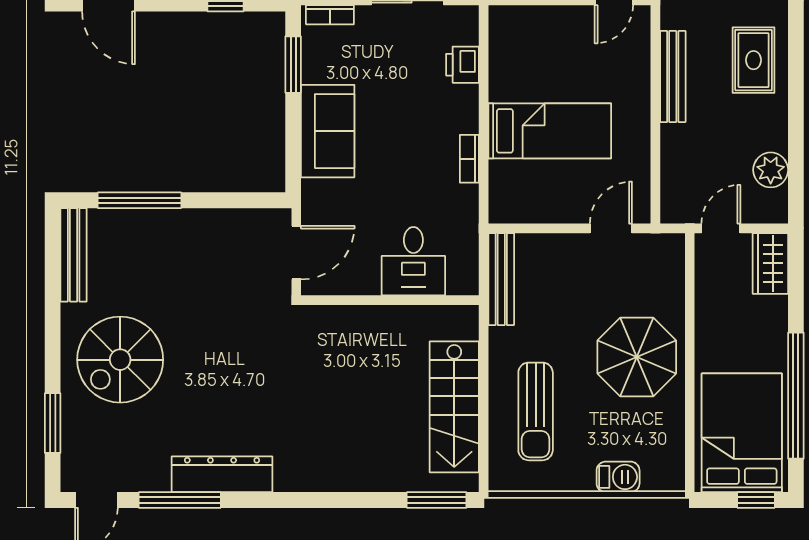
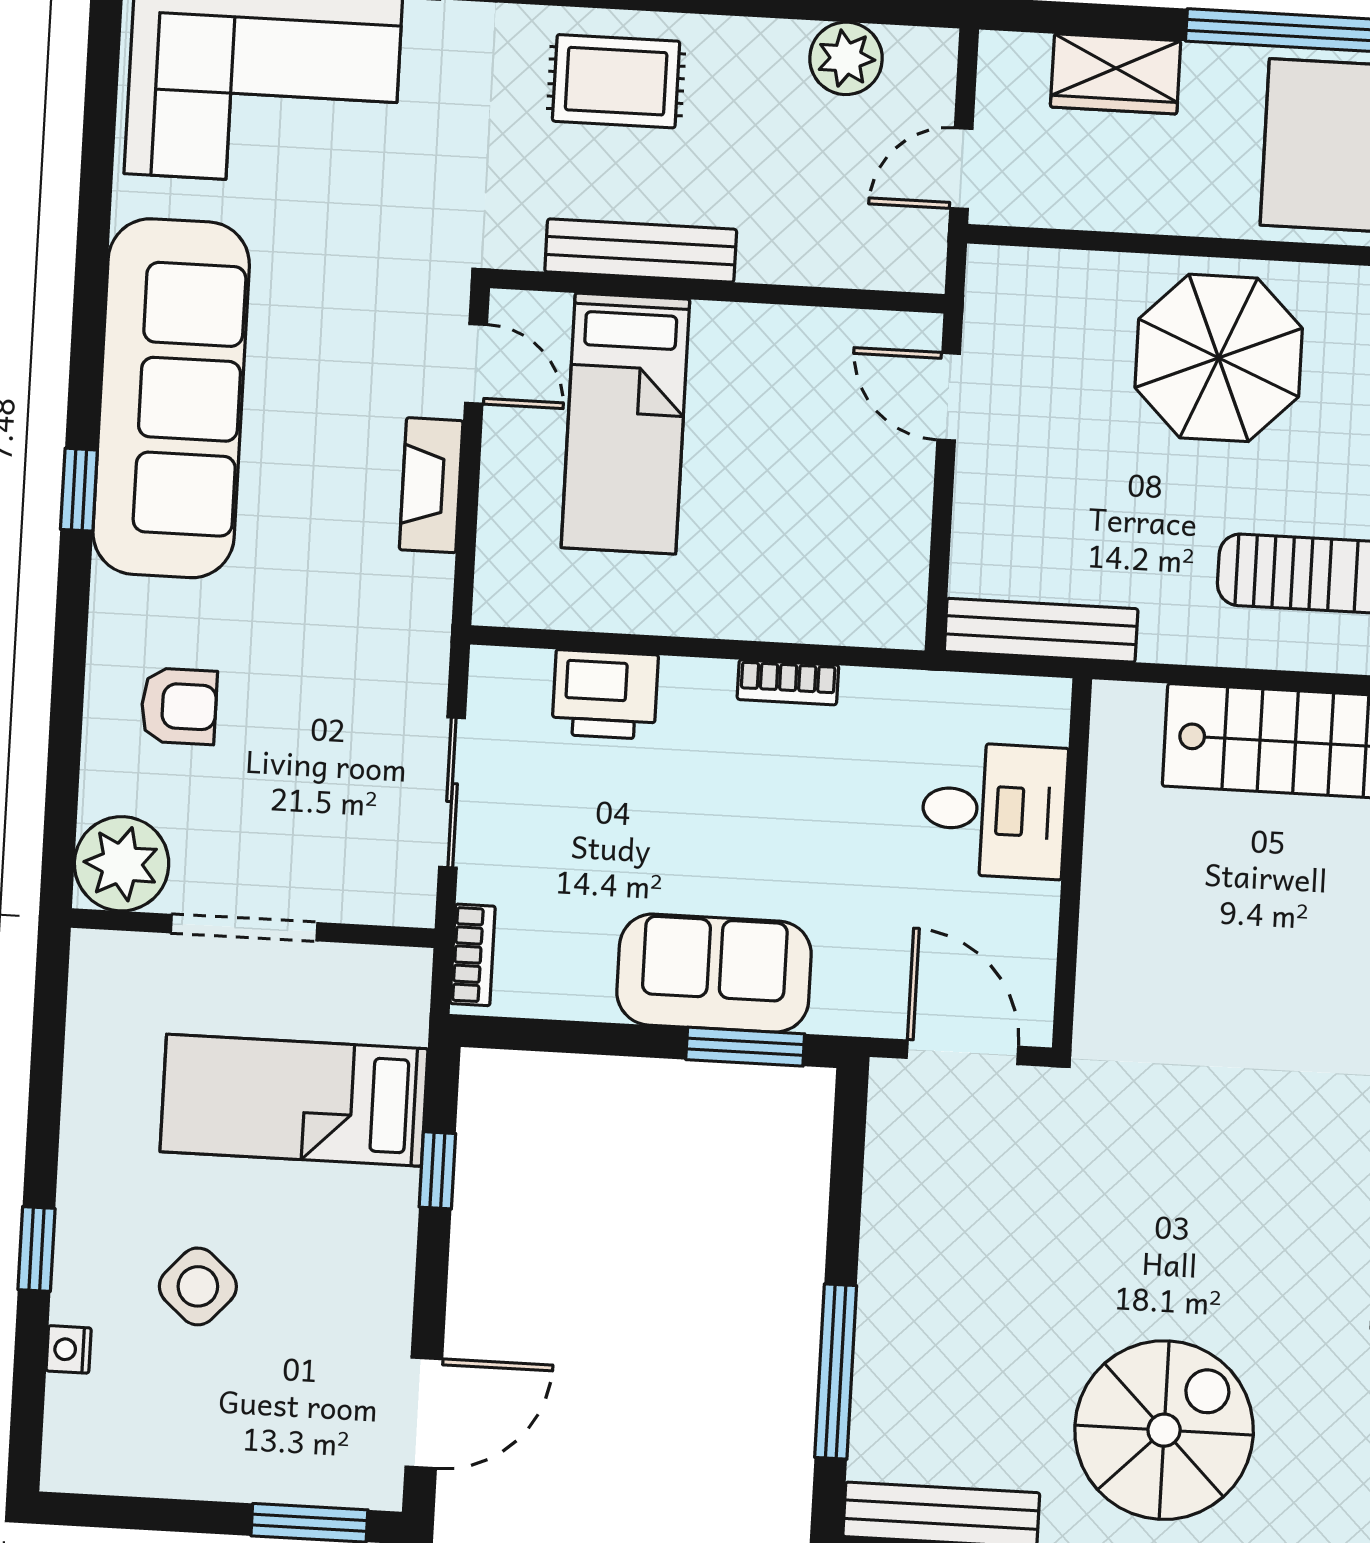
window: (293, 65) -> (745, 1047), moved
printer: (462, 65) -> (605, 695), width x1.36, depth x1.24
bed: (550, 131) -> (625, 423), moved, turned 180
door: (721, 228) -> (961, 168), hinge flipped
wardrobe: (770, 263) -> (1116, 74), moved
spiral stairs: (120, 360) -> (1164, 1430), turned -90

